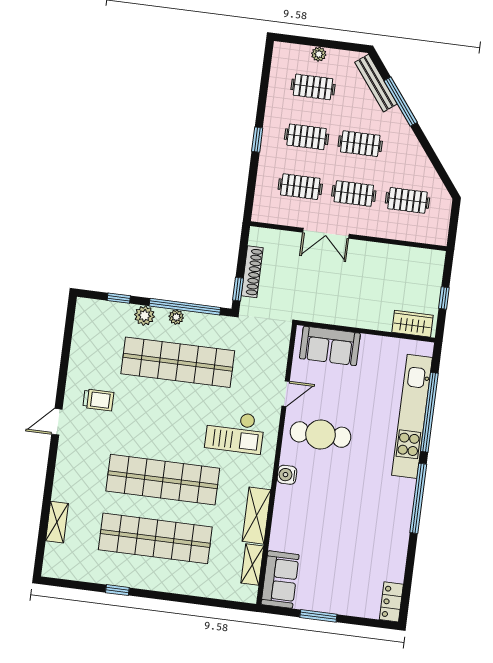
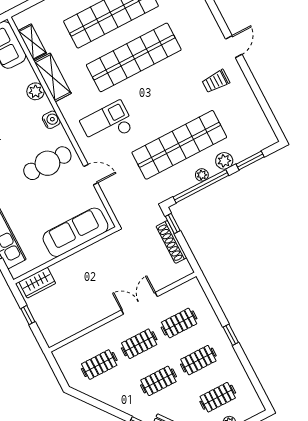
window: (119, 298) -> (250, 161), width x1.50
sofa: (330, 346) -> (75, 232), width x1.36
door: (286, 394) -> (91, 175), swing flipped
plant: (283, 514) -> (36, 91), added

